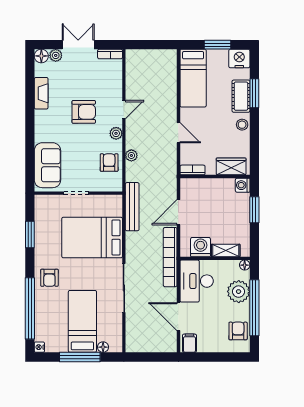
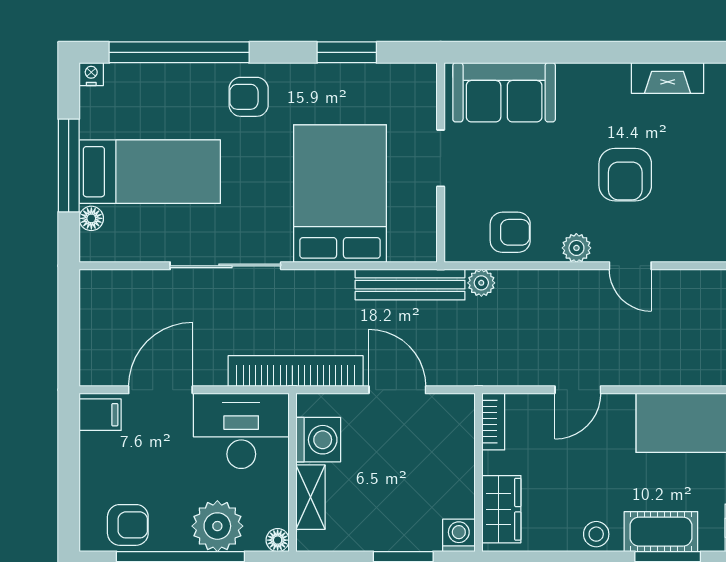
plant: (131, 155) -> (481, 283), moved

